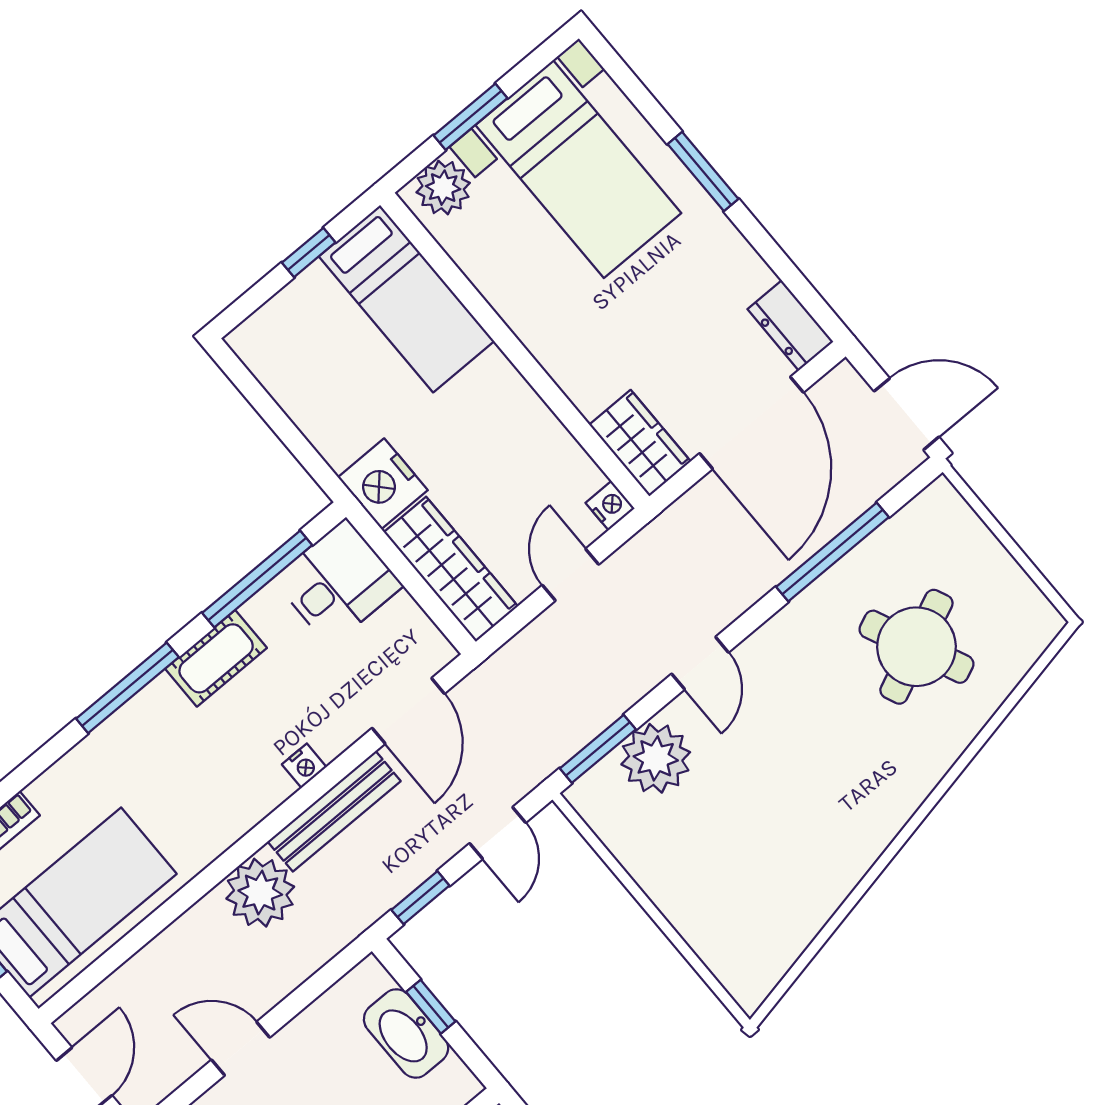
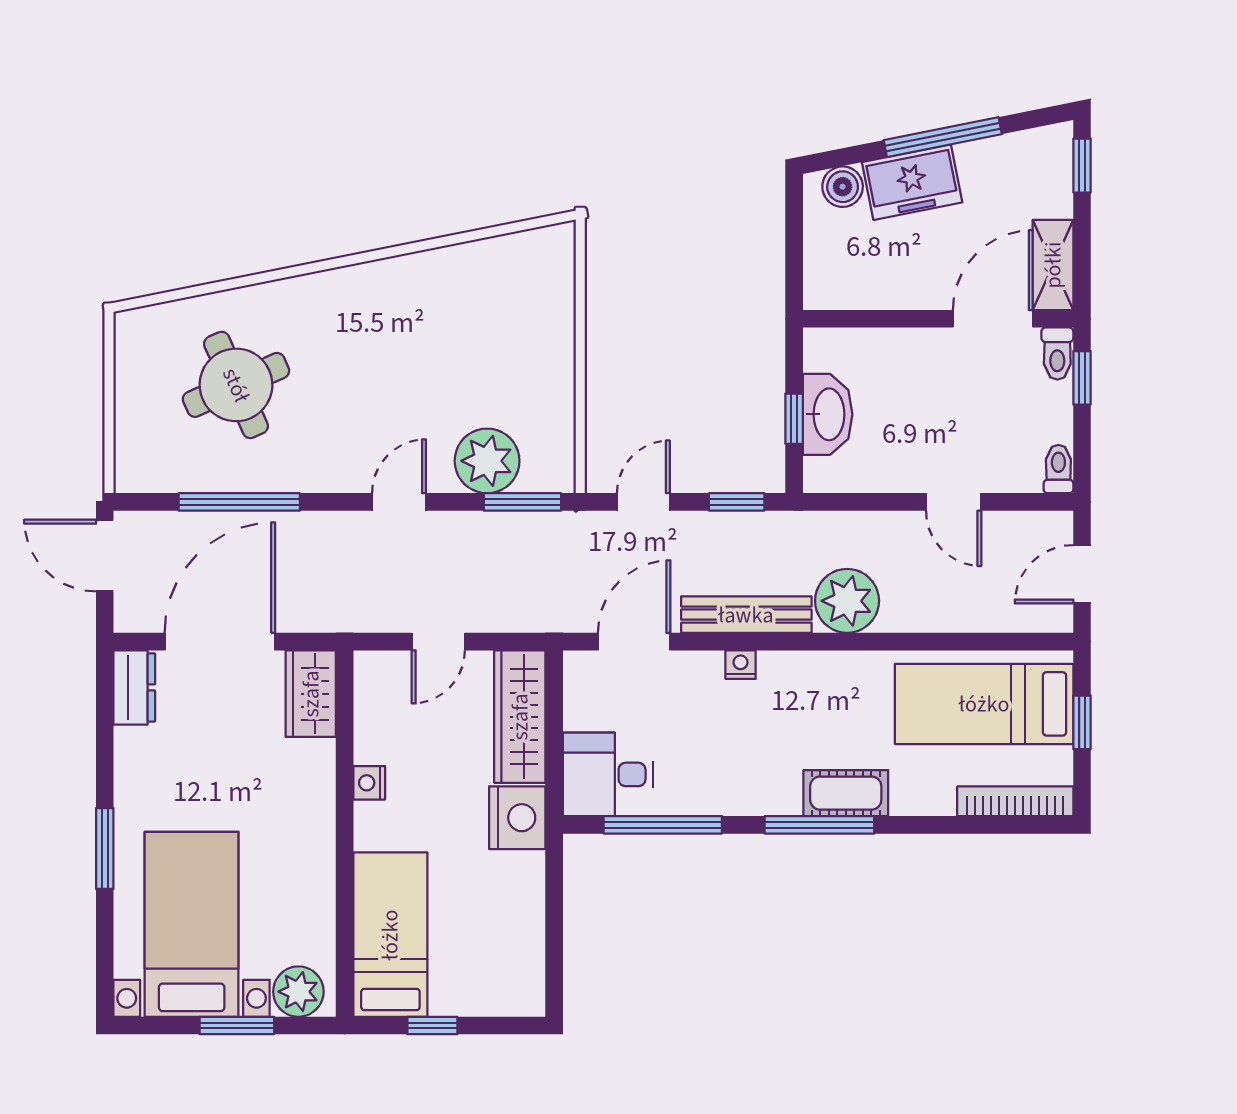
nightstand: (610, 506) -> (369, 783), moved
cot: (216, 658) -> (846, 793), moved

